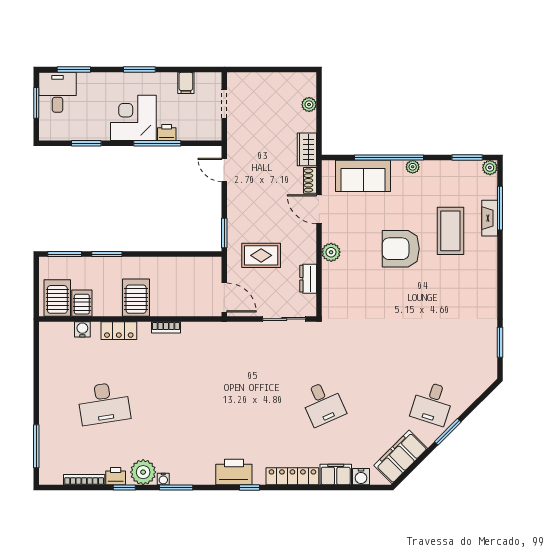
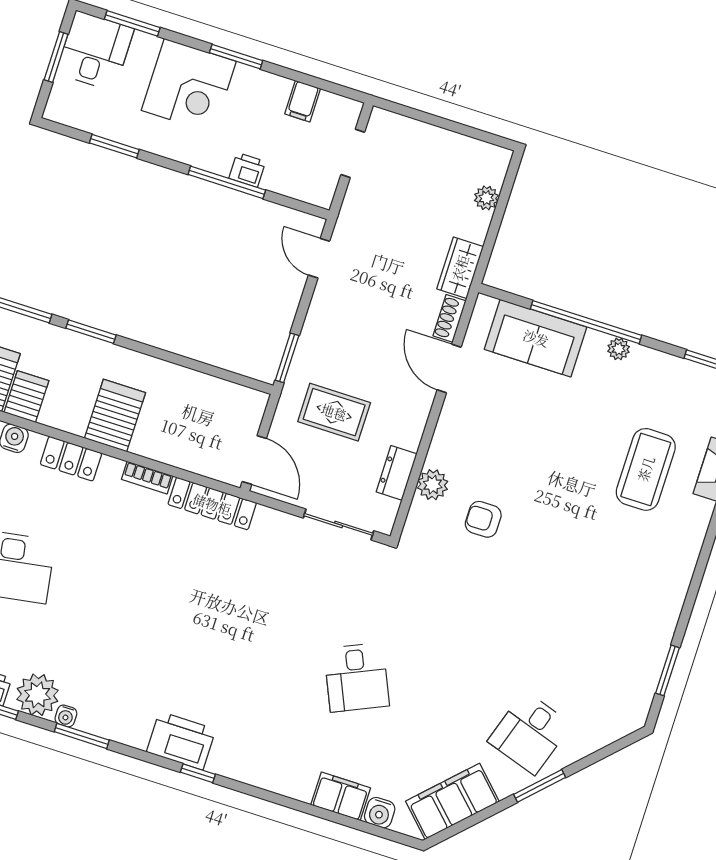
corner desk: (133, 118) -> (189, 86), moved, turned 180
armchair: (401, 249) -> (483, 519), moved, width x0.53, depth x0.53
plant: (331, 252) -> (433, 485), moved
locker: (292, 476) -> (212, 504), moved, turned 180

